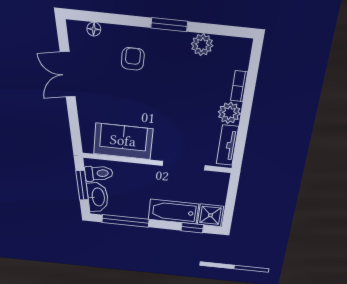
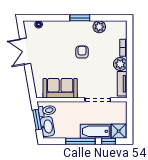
armchair: (133, 59) -> (82, 52), moved
window: (125, 221) -> (80, 141), moved

